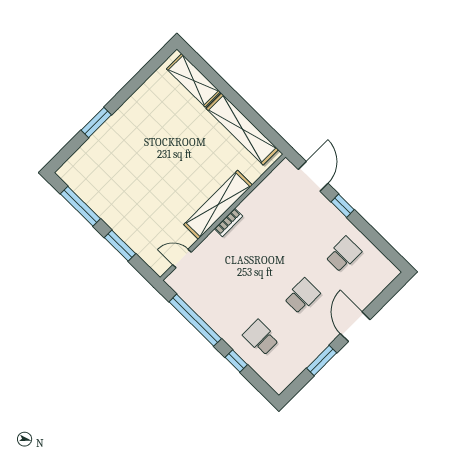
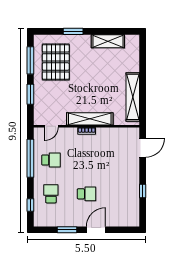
shelving: (193, 80) -> (108, 41), moved, turned 90
pallet: (112, 178) -> (56, 62), added
window: (343, 206) -> (143, 191), moved
school desk: (343, 254) -> (51, 160), moved
door: (182, 258) -> (51, 126), swing flipped
window: (236, 361) -> (30, 205), moved

